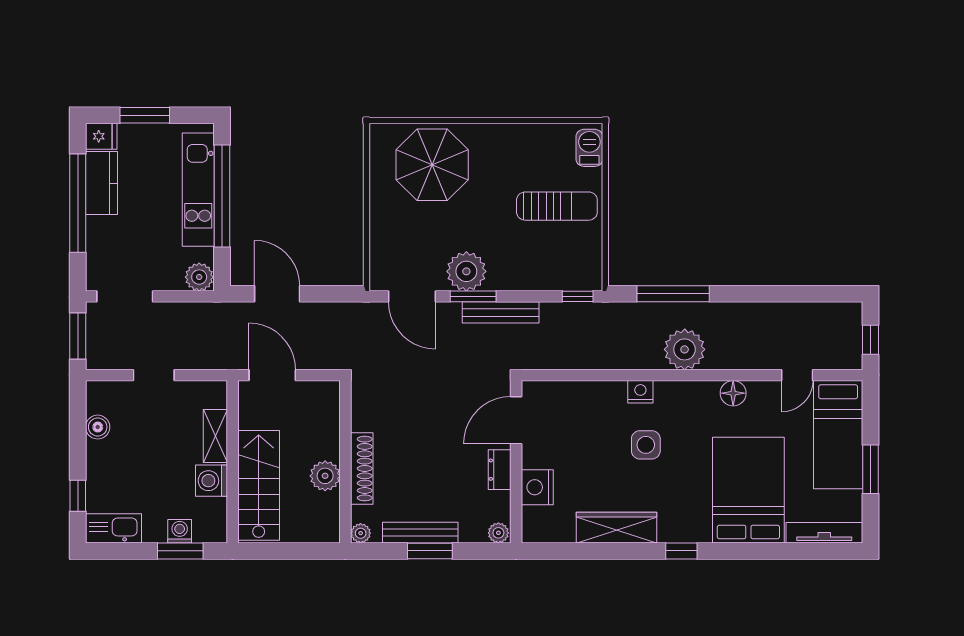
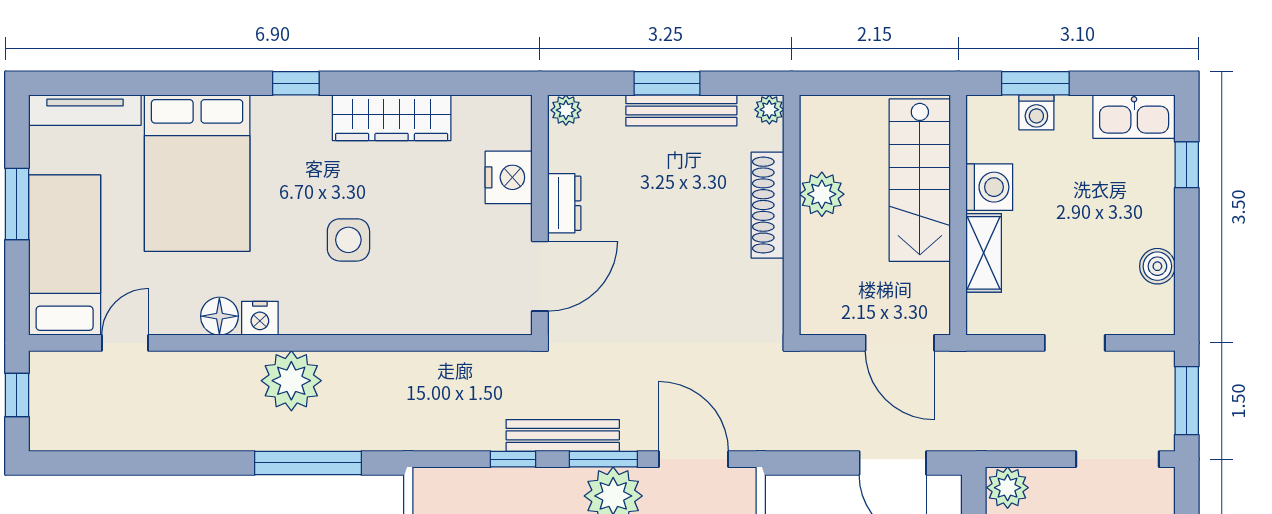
window: (578, 296) -> (513, 459), moved
nightstand: (640, 392) -> (260, 318), moved

